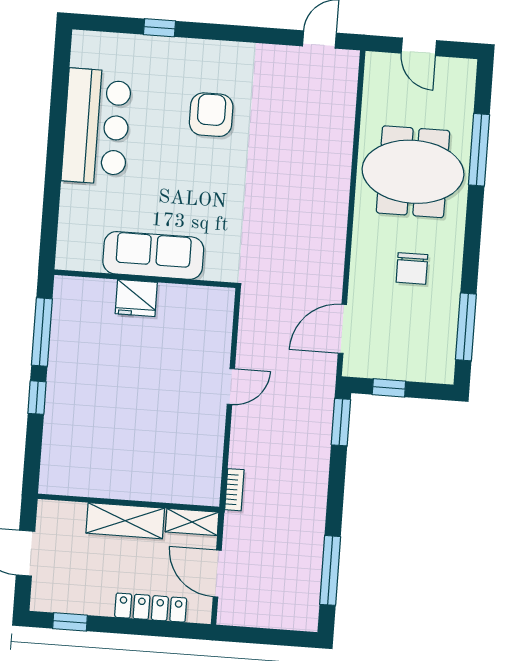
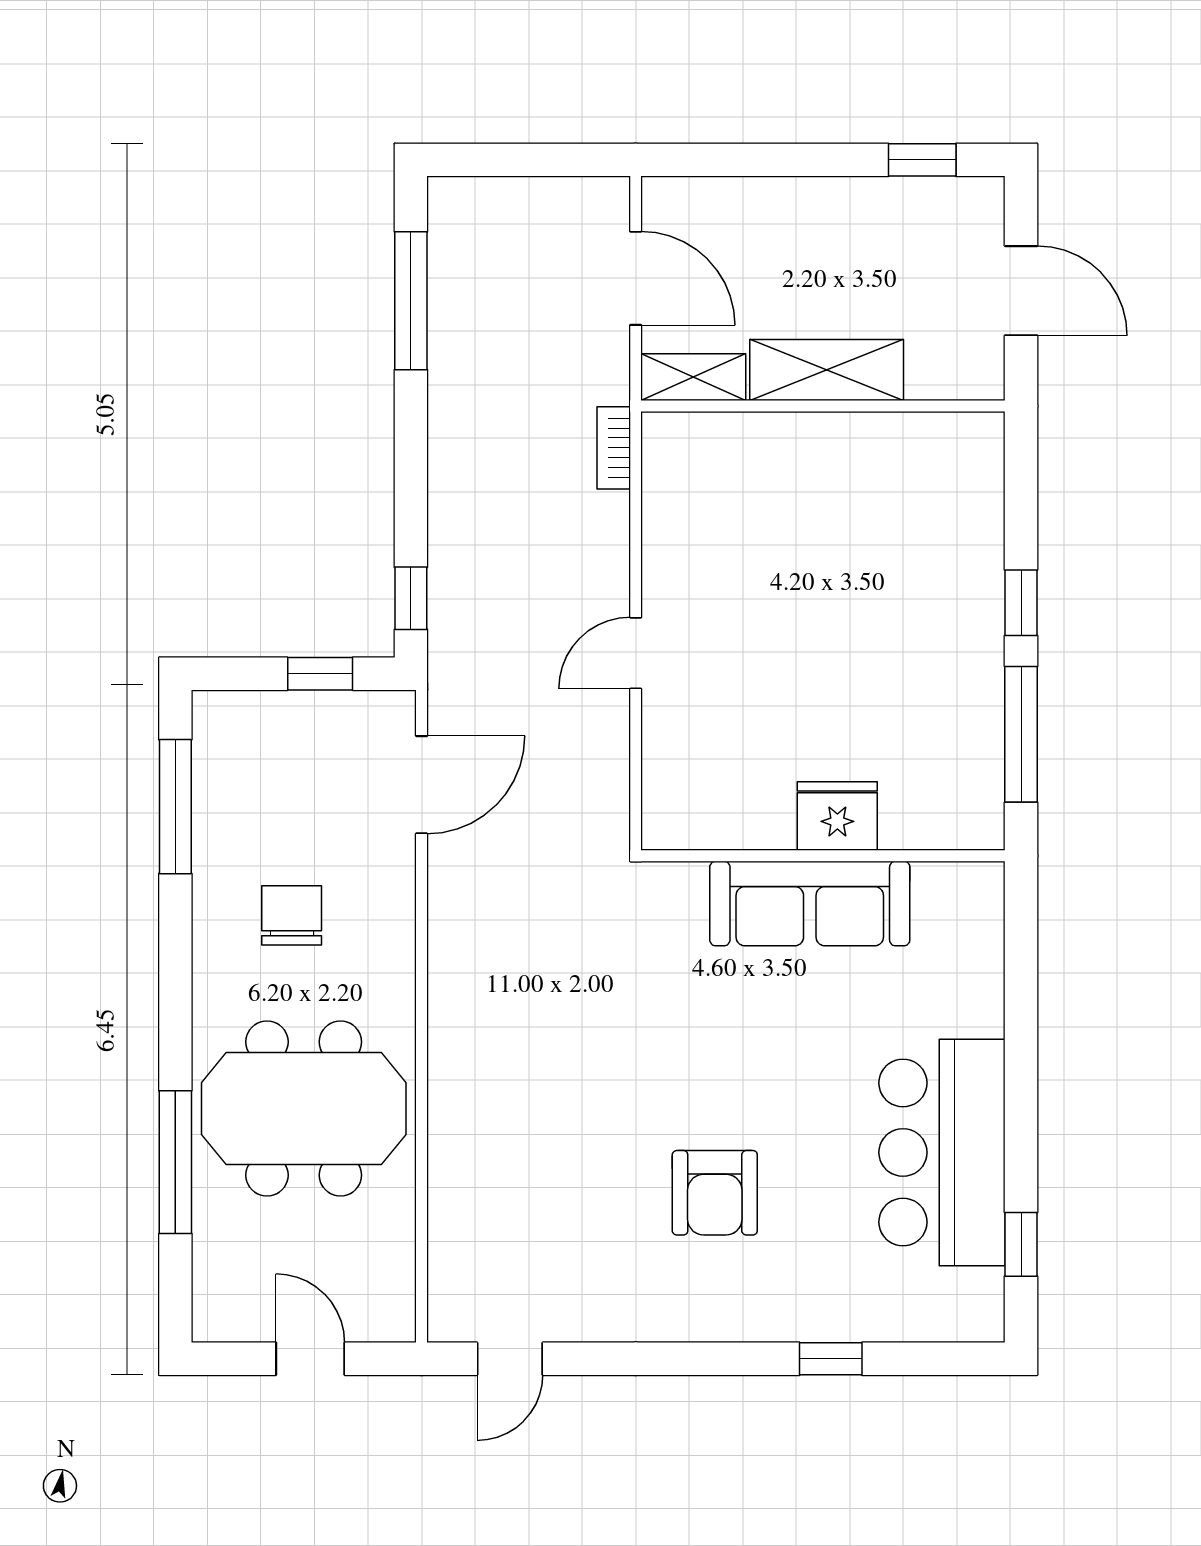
window: (60, 78) -> (1021, 1244), added
window: (341, 422) -> (411, 598), width x0.67
locker: (151, 608) -> (763, 200), removed

